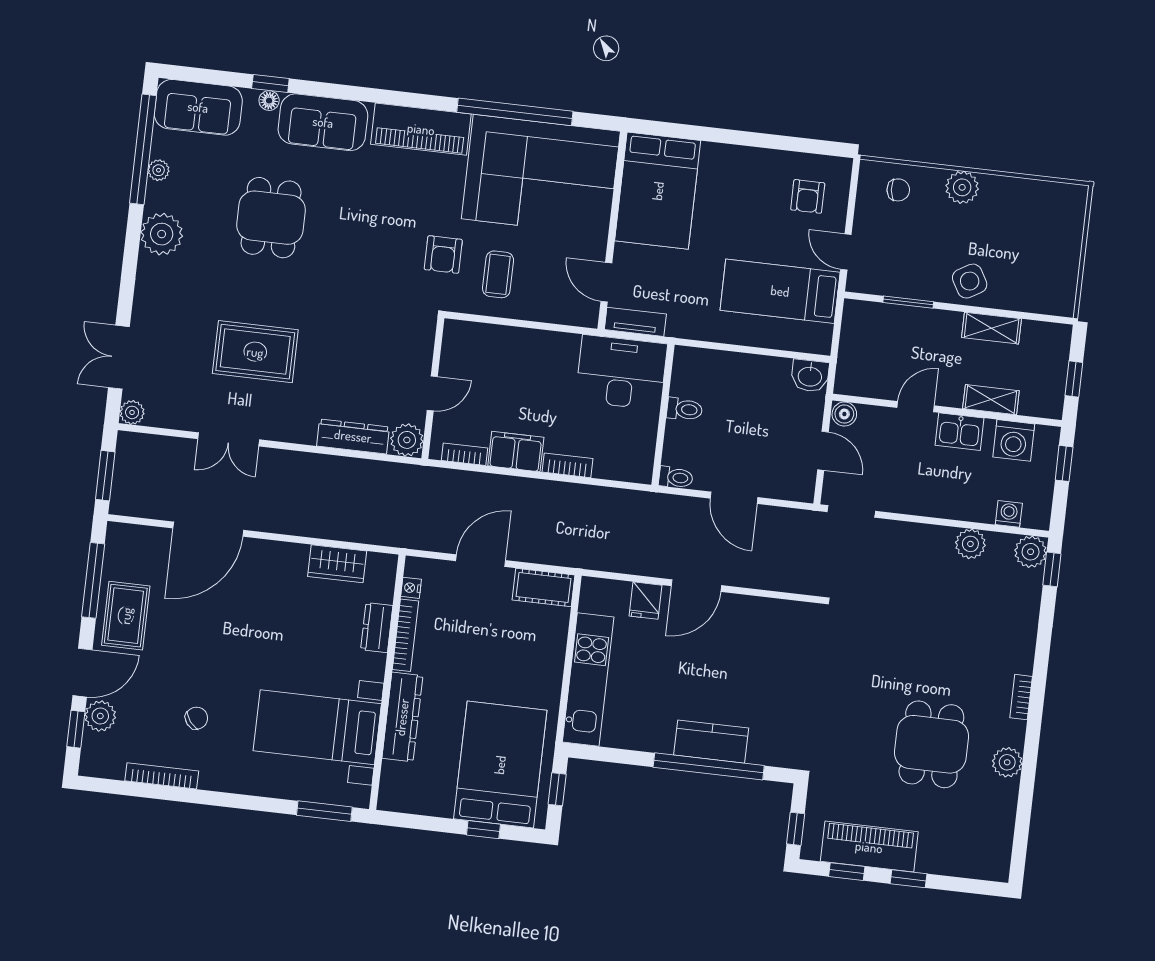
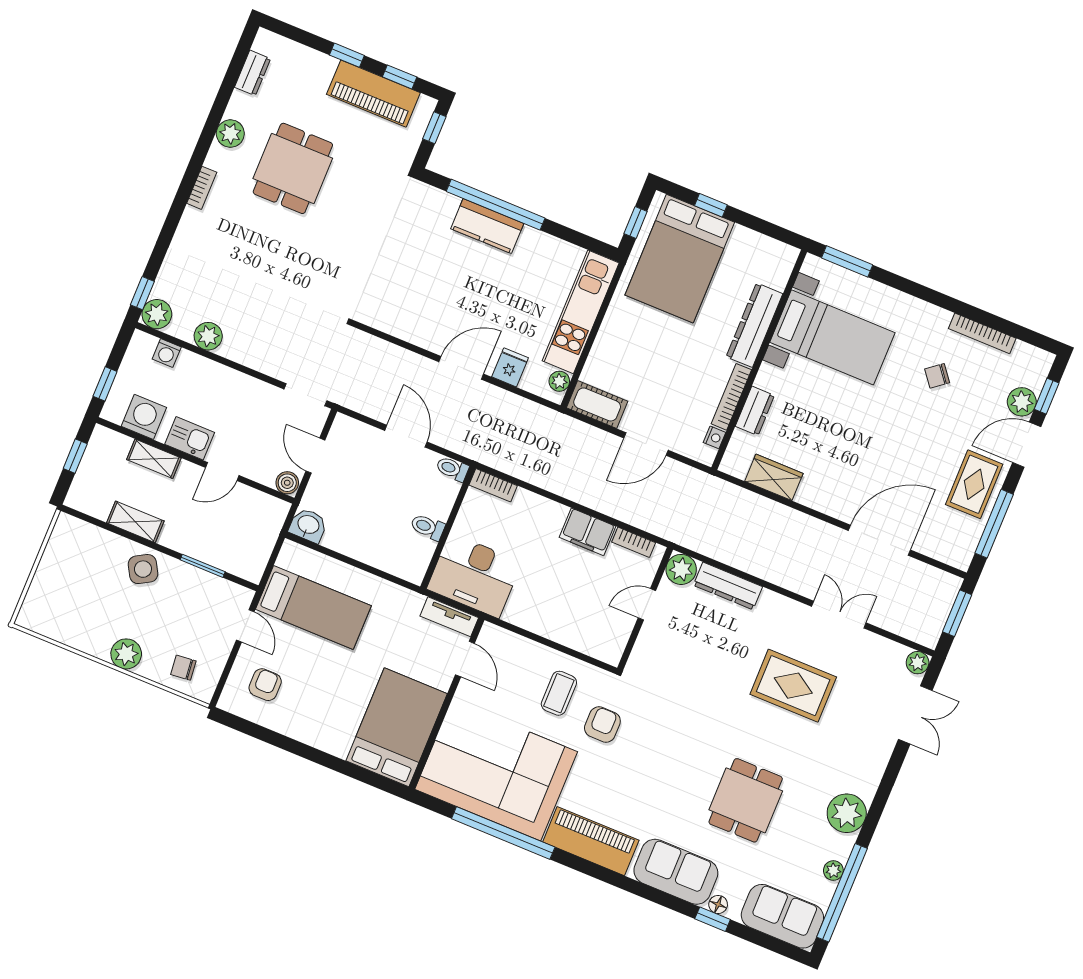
bookcase: (568, 465) -> (493, 485), moved
plant: (590, 601) -> (559, 381), added
dresser: (1002, 832) -> (253, 73), added

